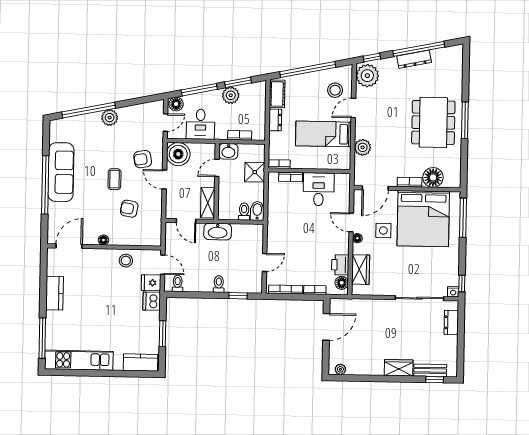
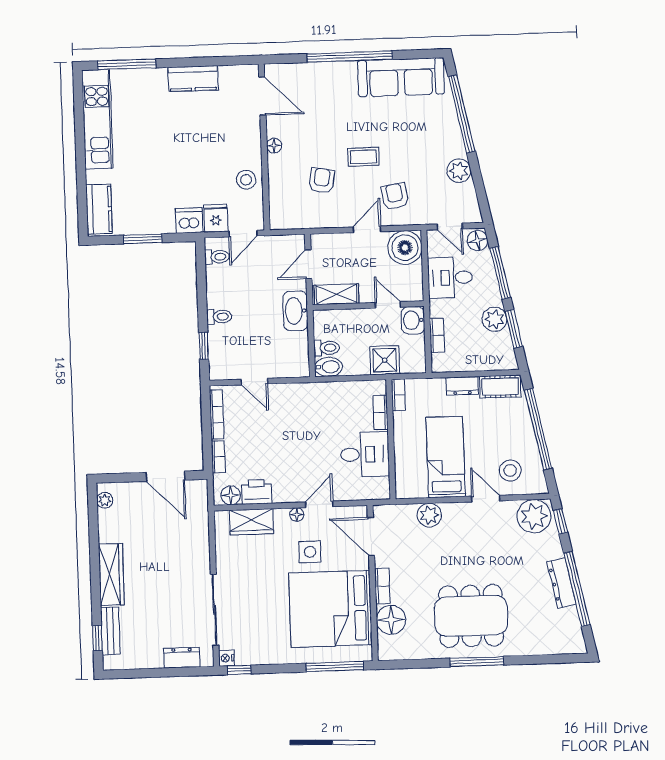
plant: (110, 118) -> (459, 171), moved
sofa: (61, 172) -> (401, 77), moved
wardrobe: (399, 368) -> (111, 574), width x1.50

